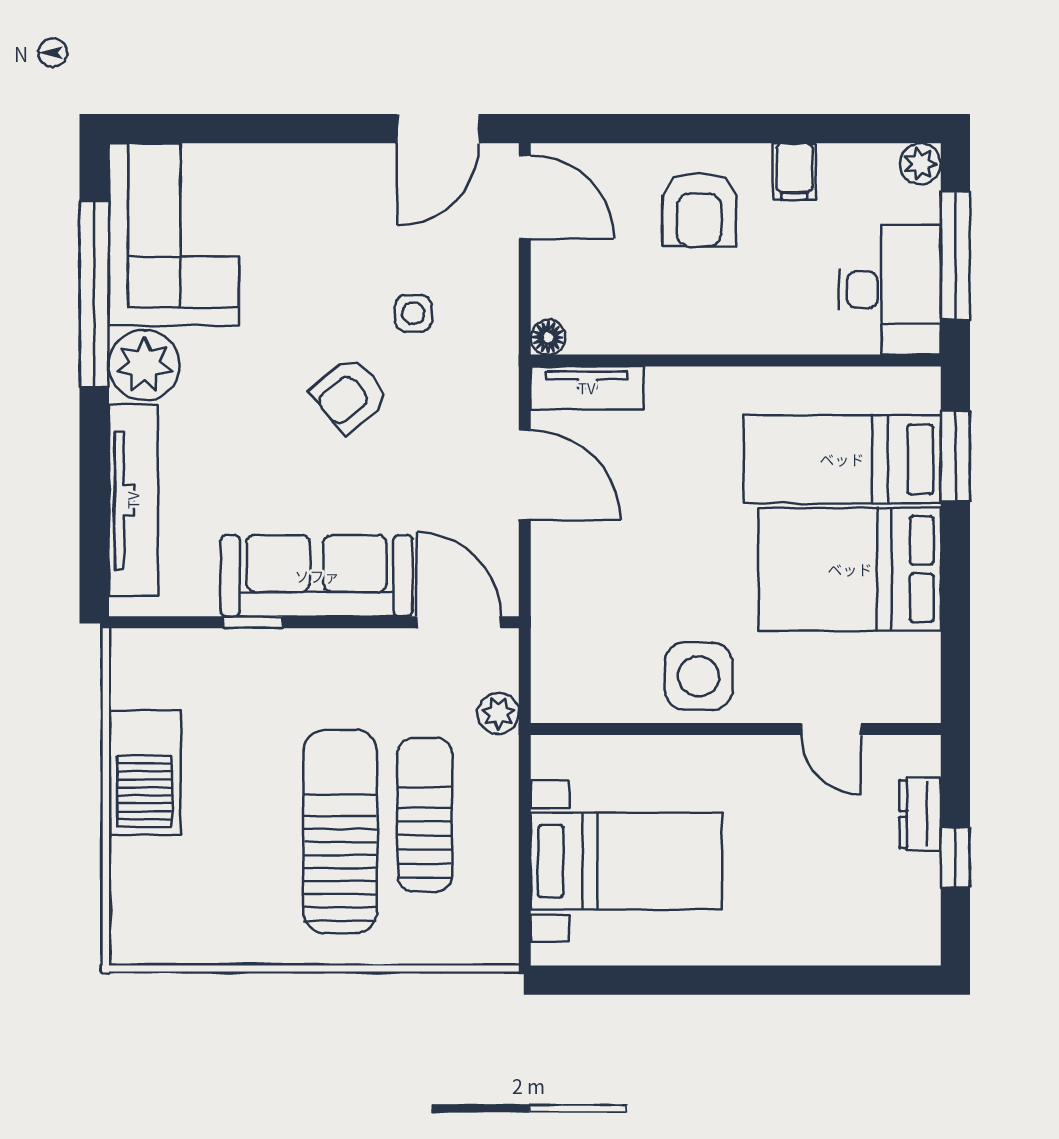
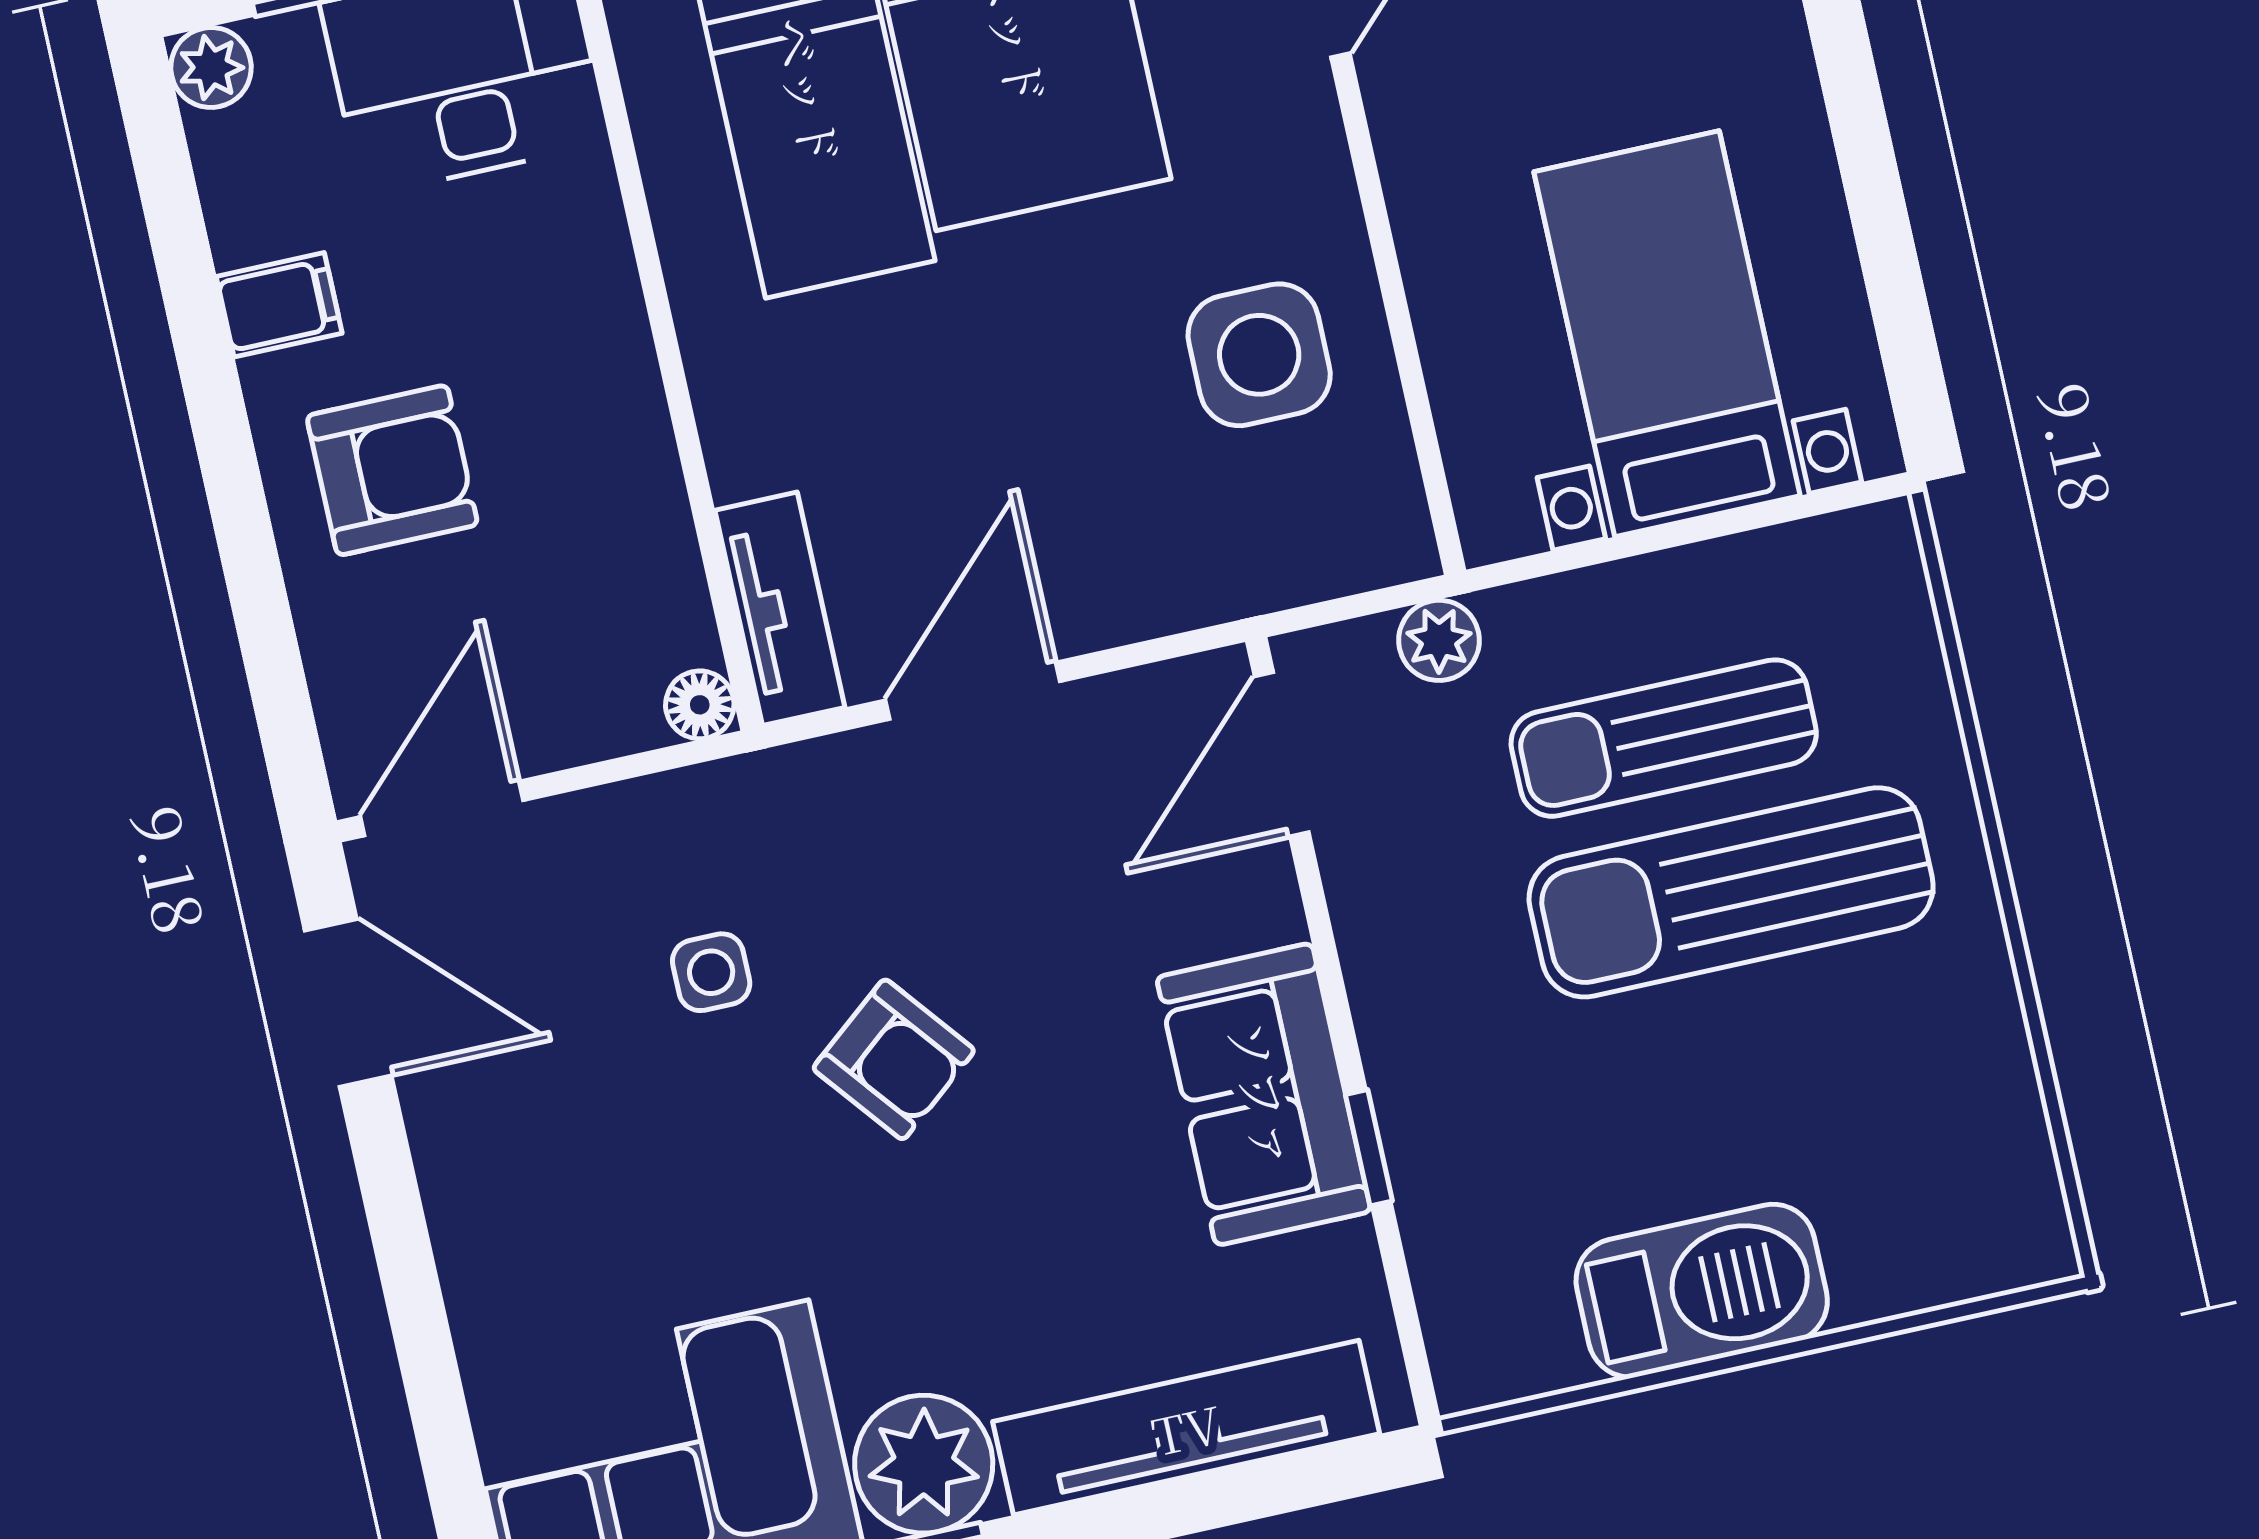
sofa: (317, 576) -> (1264, 1094), width x0.73
side table: (699, 676) -> (1259, 355), moved

